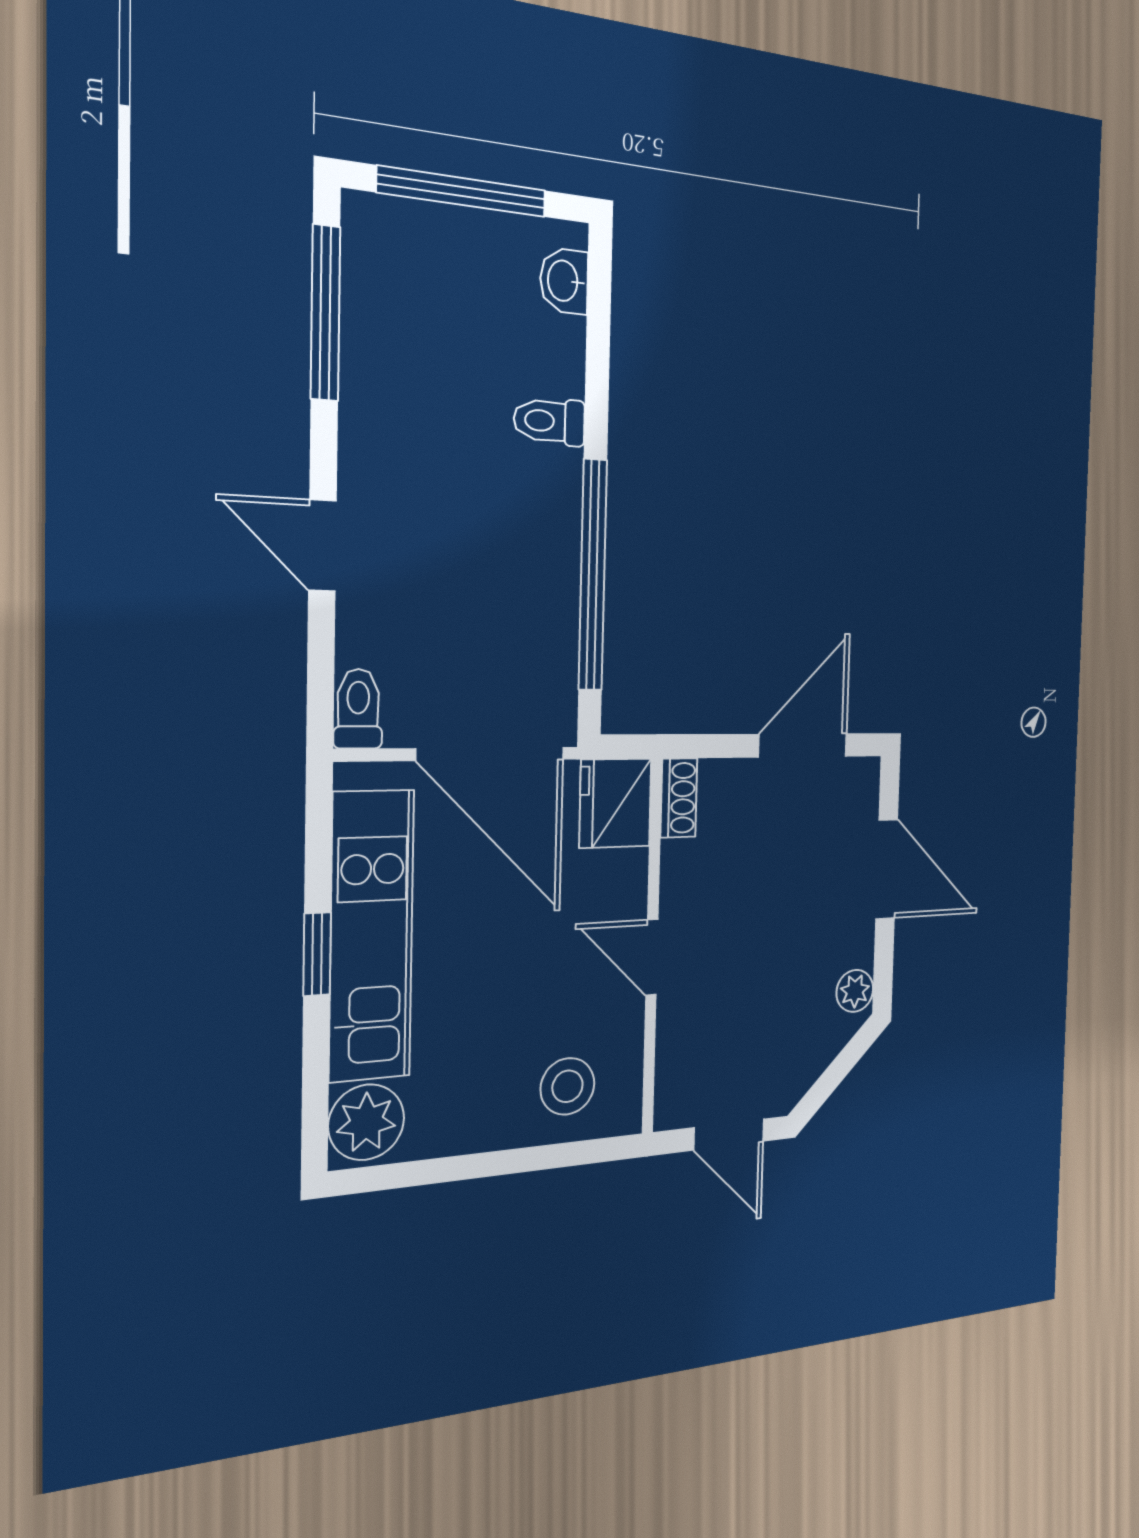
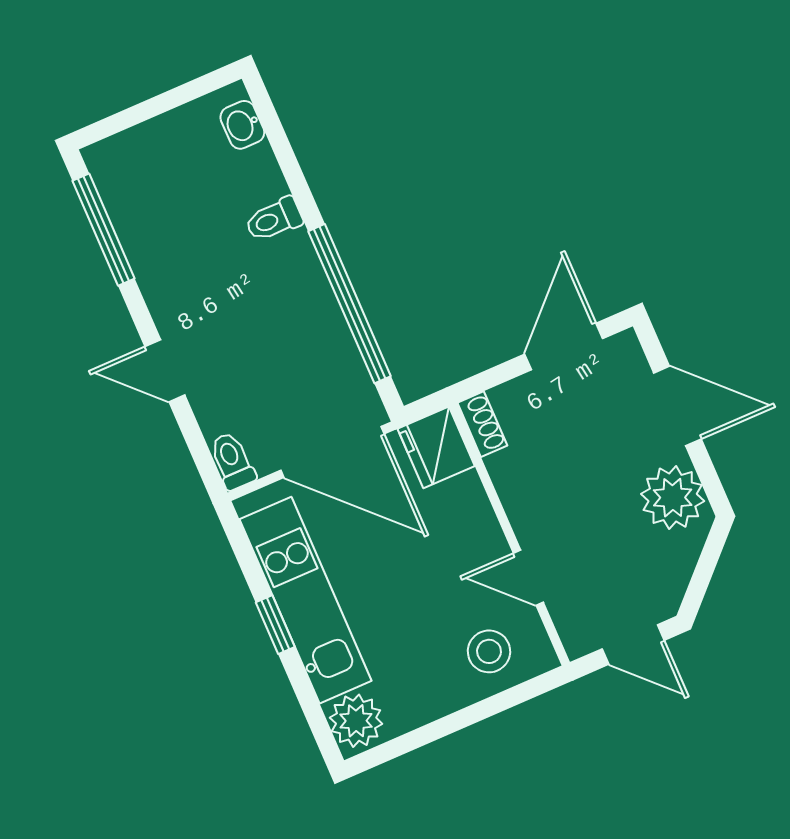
window: (462, 191) -> (152, 108), removed
door: (652, 957) -> (528, 578), moved
plant: (855, 991) -> (673, 498), width x1.87, depth x1.87

